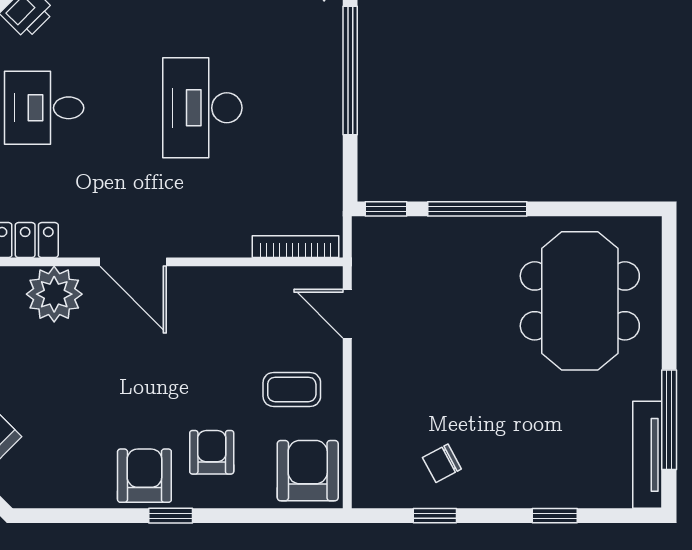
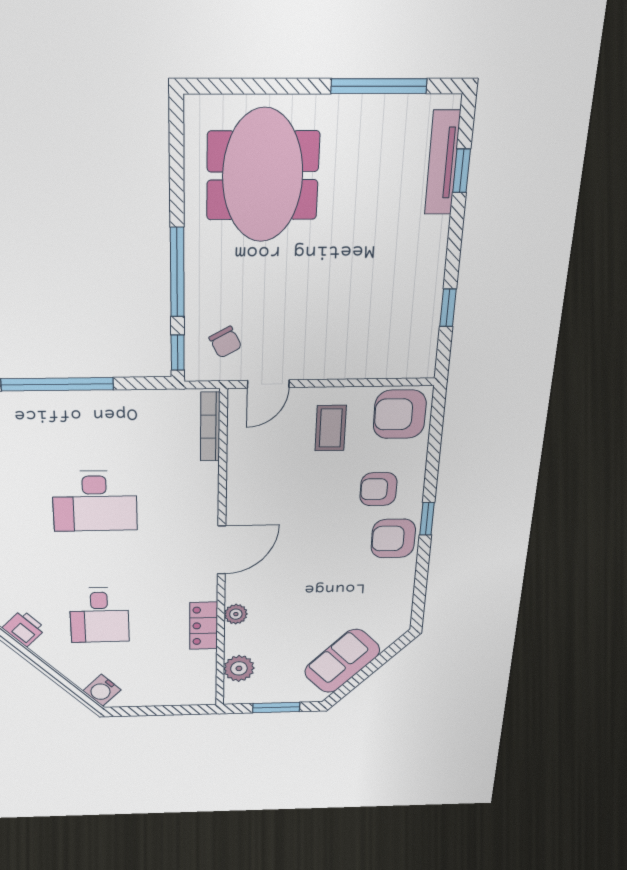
plant: (54, 294) -> (236, 614), width x0.53, depth x0.53
meeting table: (580, 301) -> (263, 176), turned 90
tv unit: (647, 455) -> (442, 163), moved, turned 90
chair: (442, 463) -> (225, 342), moved
window: (555, 516) -> (462, 171), moved

